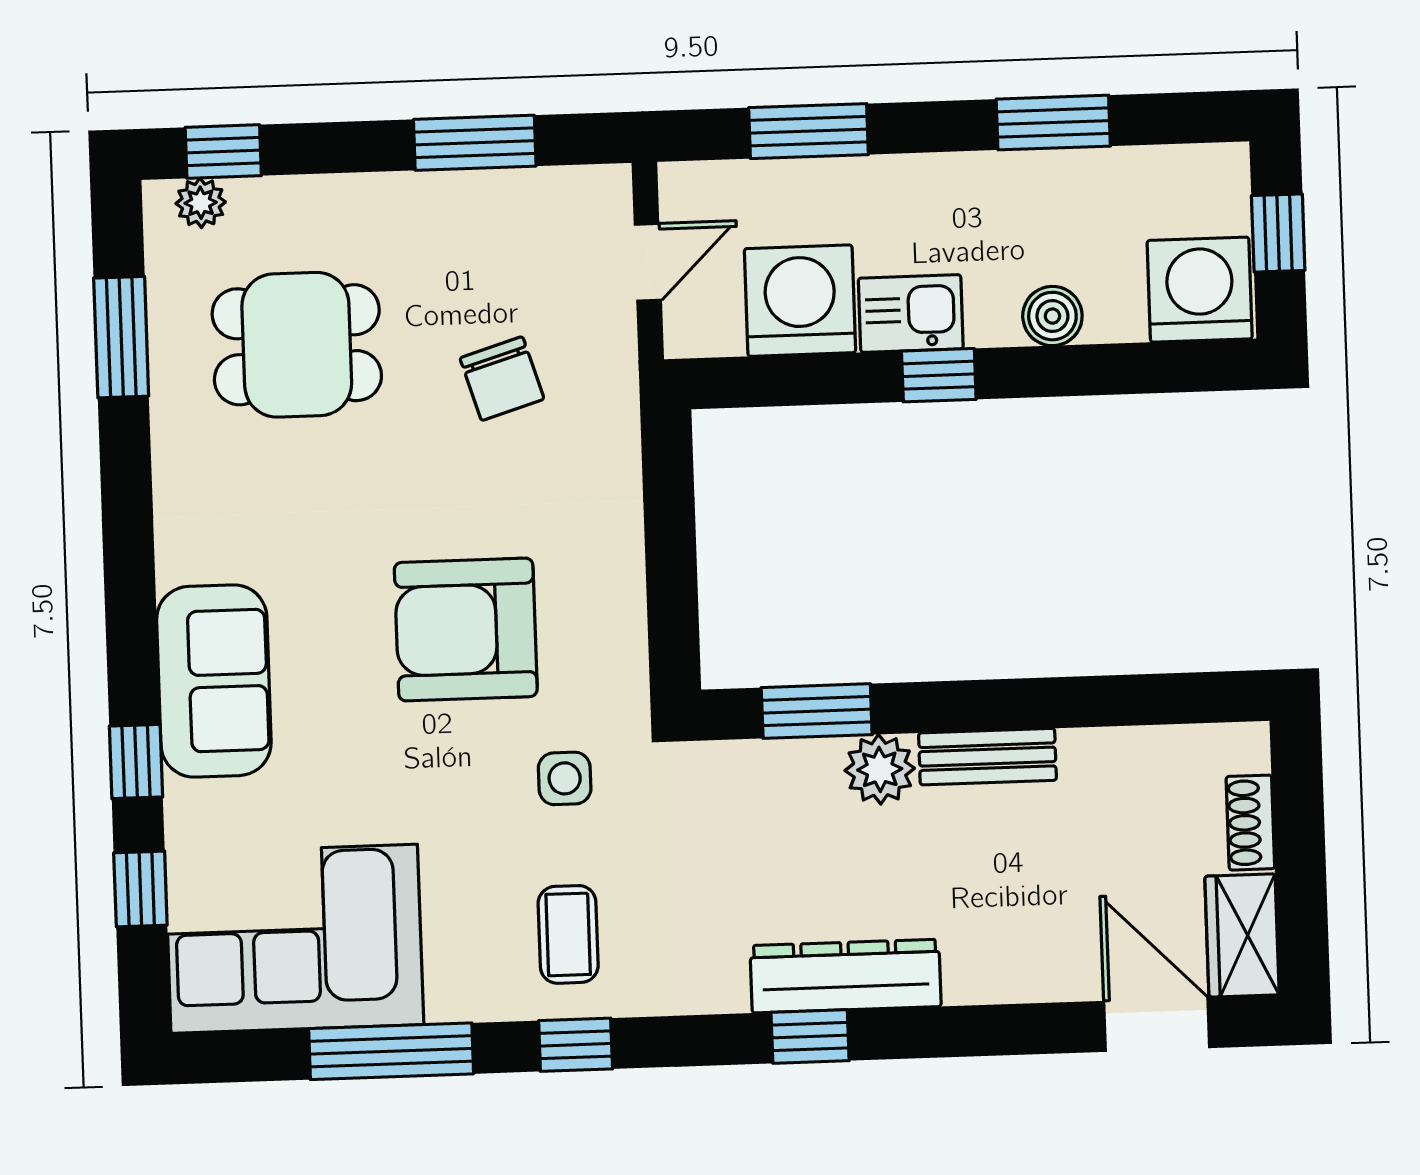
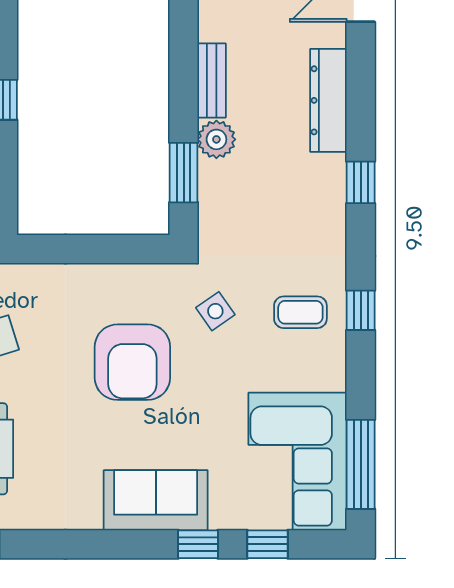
side table: (565, 778) -> (215, 311), turned -35
dresser: (846, 976) -> (328, 100), moved
window: (391, 1051) -> (361, 464), moved

